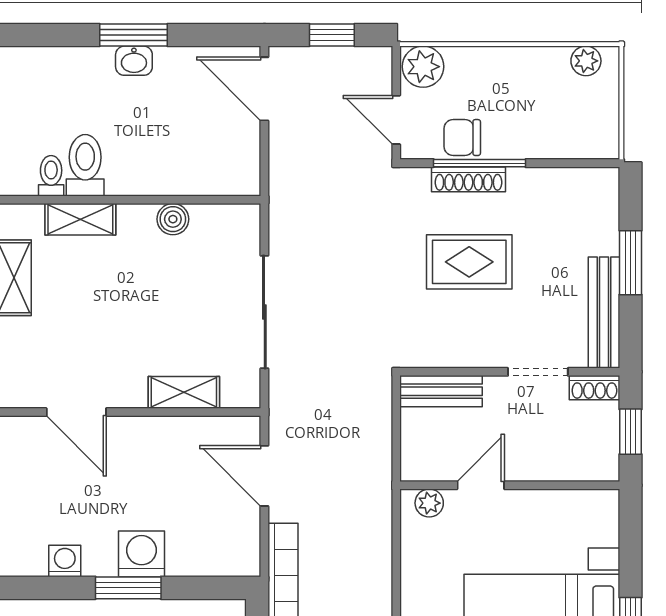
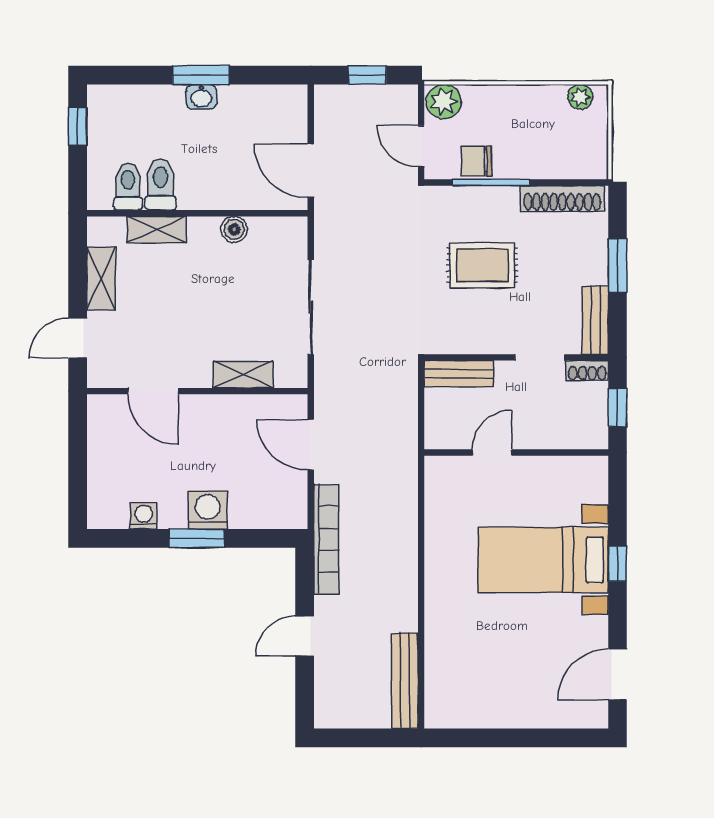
door: (264, 89) -> (311, 171), moved
toilet: (51, 176) -> (128, 186), width x1.37, depth x1.39
shoe rack: (468, 179) -> (562, 199), moved, width x1.36, depth x1.24
bench: (604, 313) -> (595, 320), width x0.73
plant: (429, 503) -> (449, 467), removed

